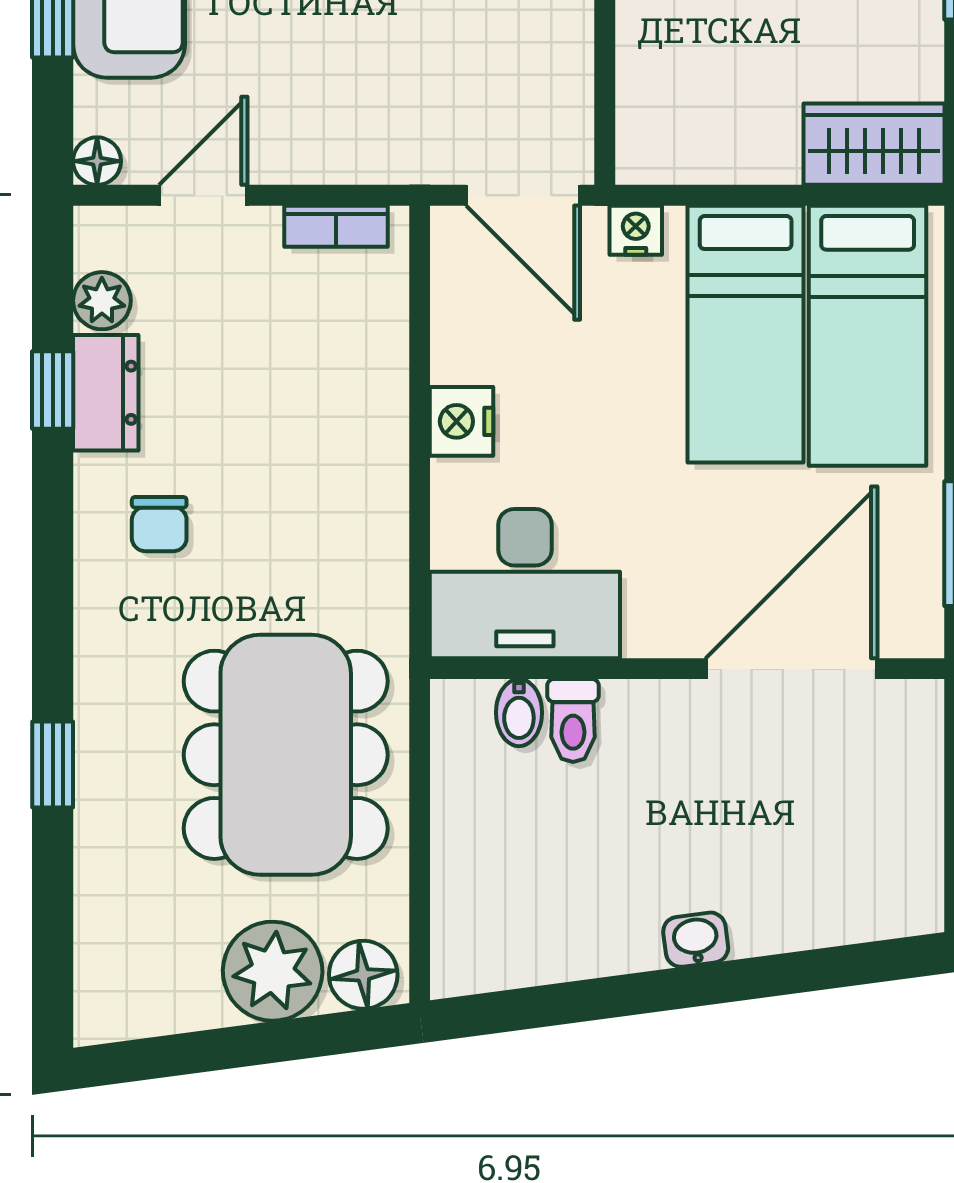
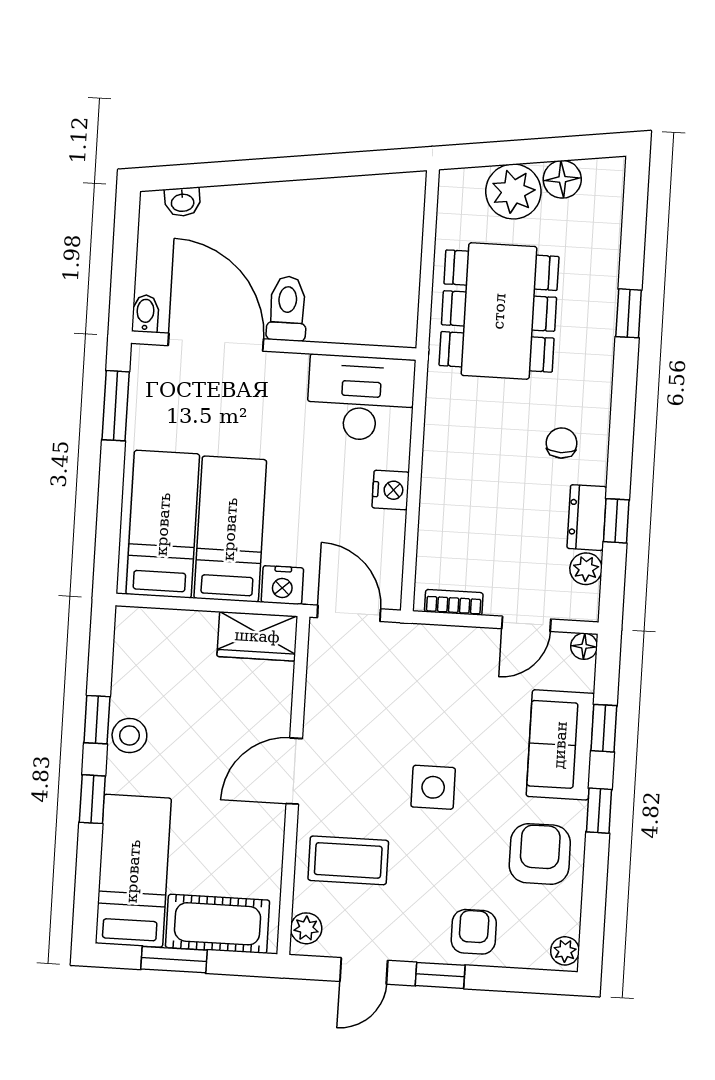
wardrobe: (874, 144) -> (257, 636), moved
nightstand: (636, 230) -> (282, 585), width x1.39, depth x1.35
door: (792, 669) -> (216, 342), swing flipped
bidet: (519, 713) -> (145, 313), moved
toilet: (573, 721) -> (287, 309), moved, width x1.37, depth x1.39
washbasin: (696, 940) -> (183, 202), moved
floor lamp: (363, 975) -> (562, 179), moved

